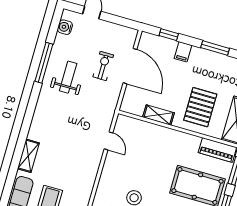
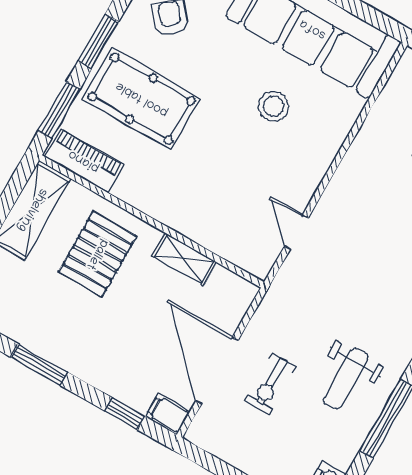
filing cabinet: (183, 52) -> (168, 414), moved, turned -90

